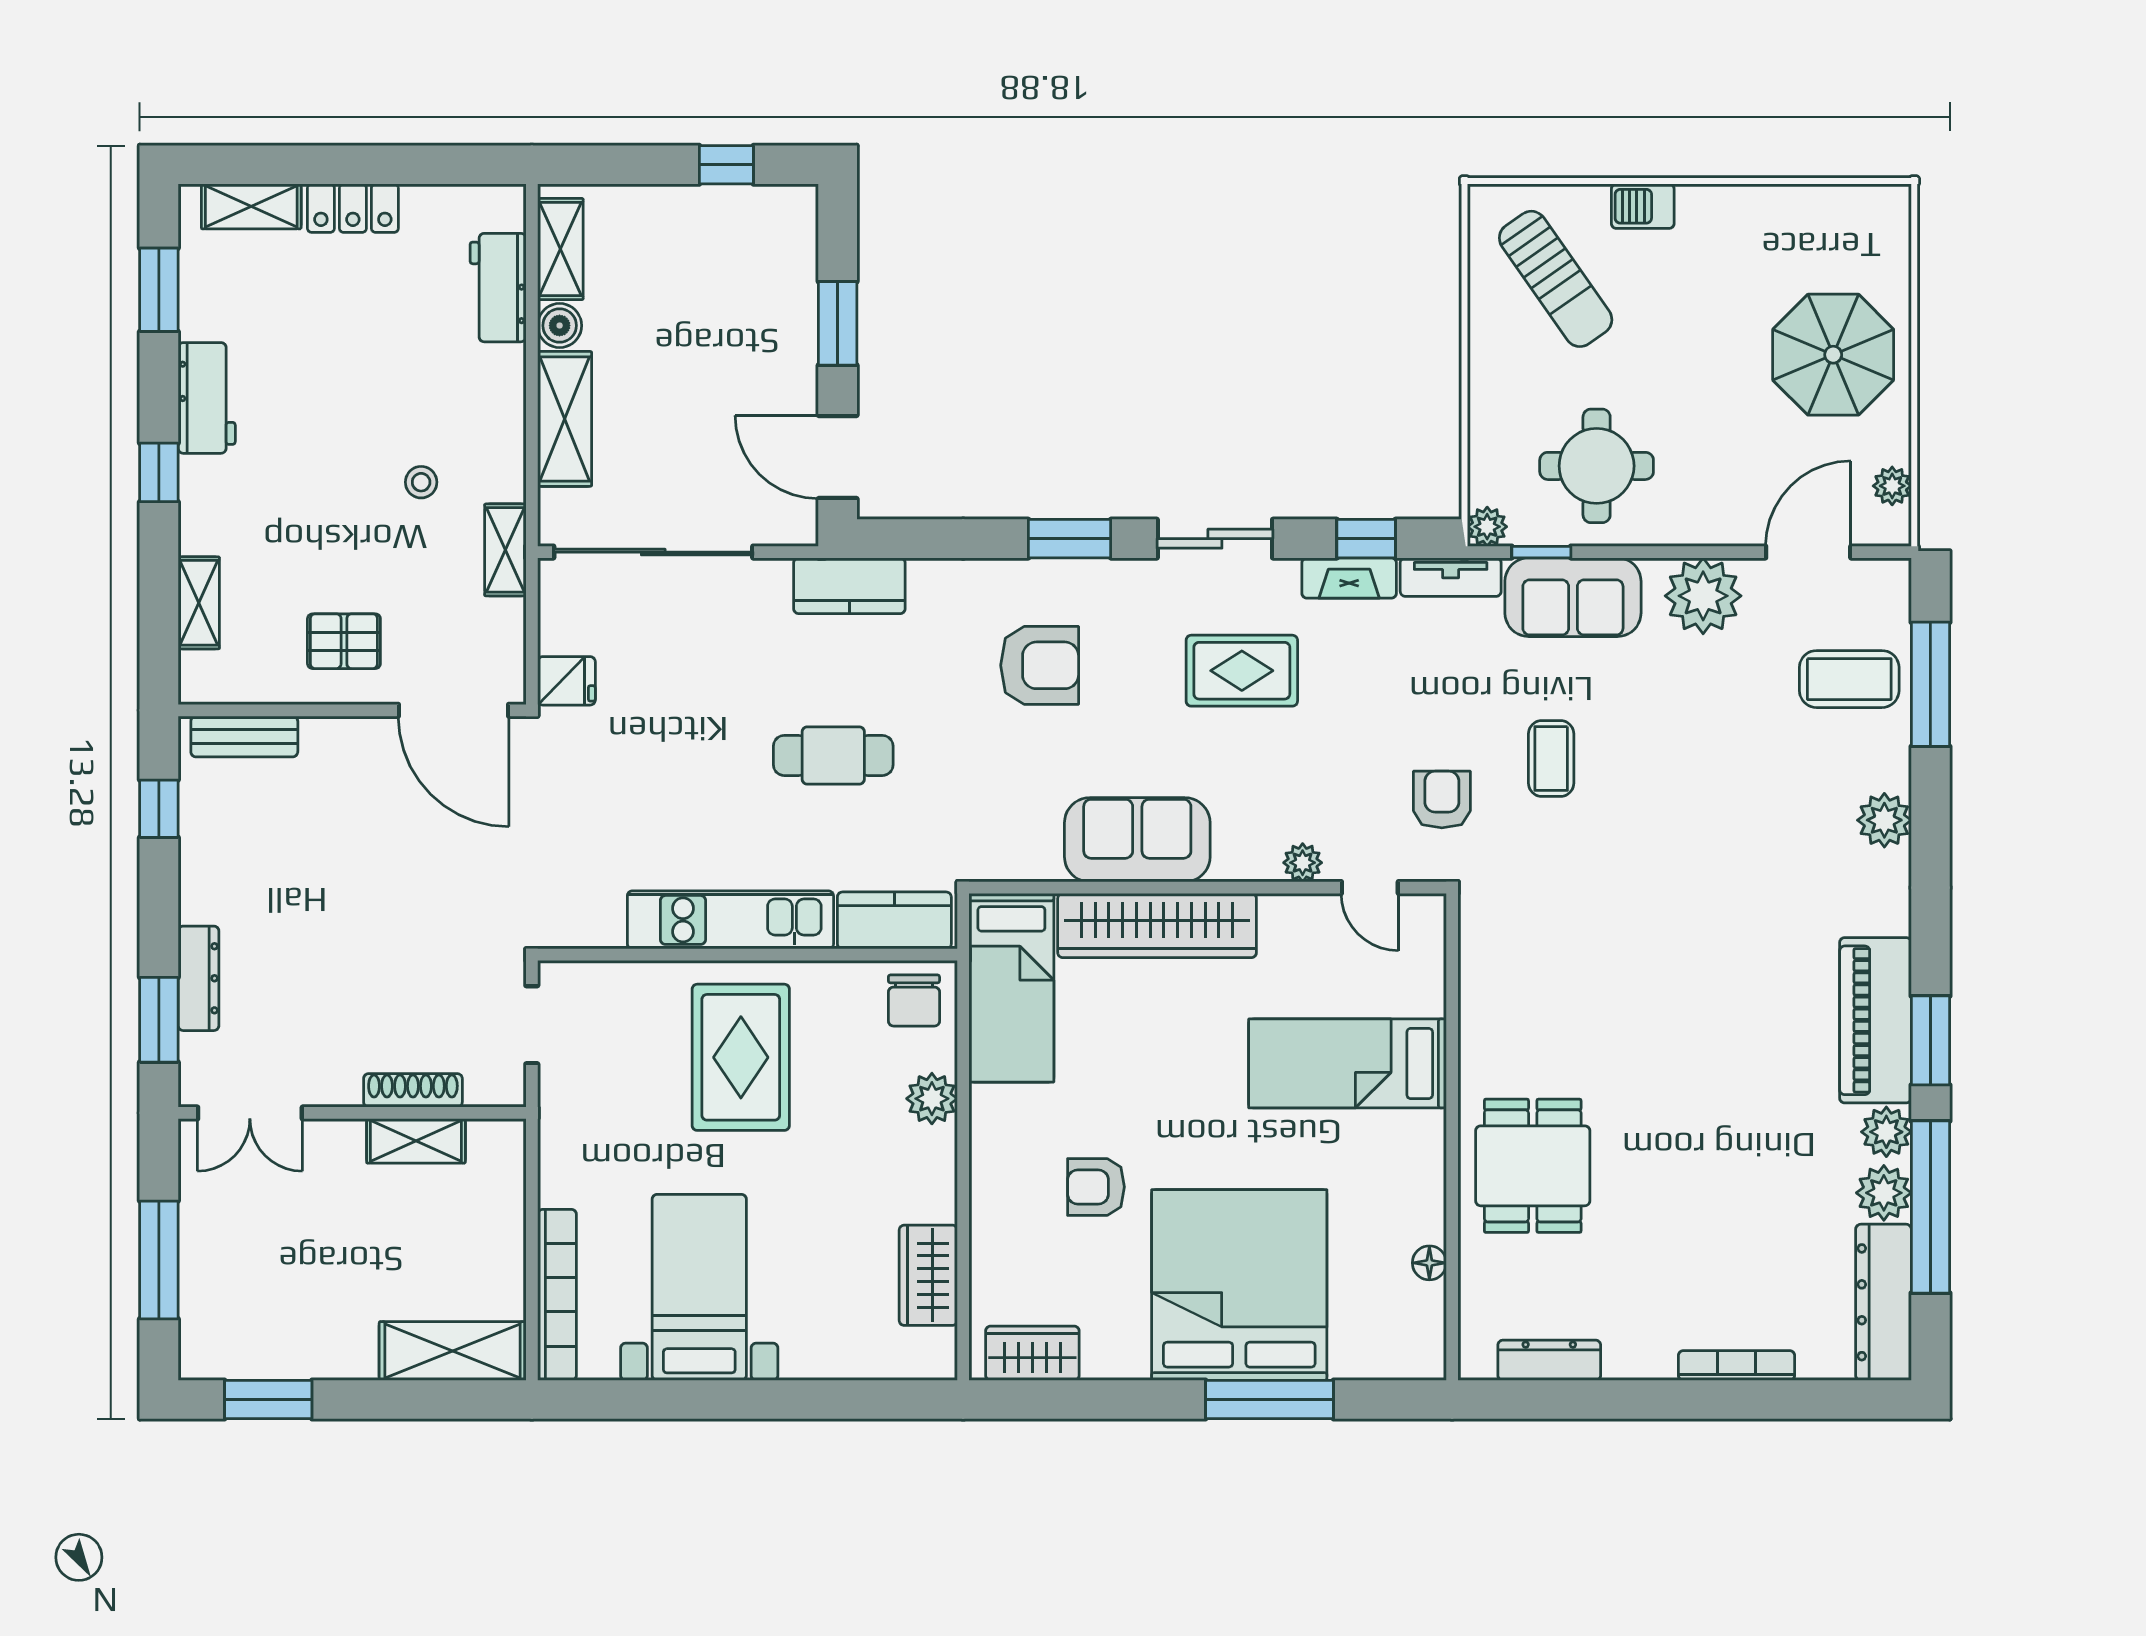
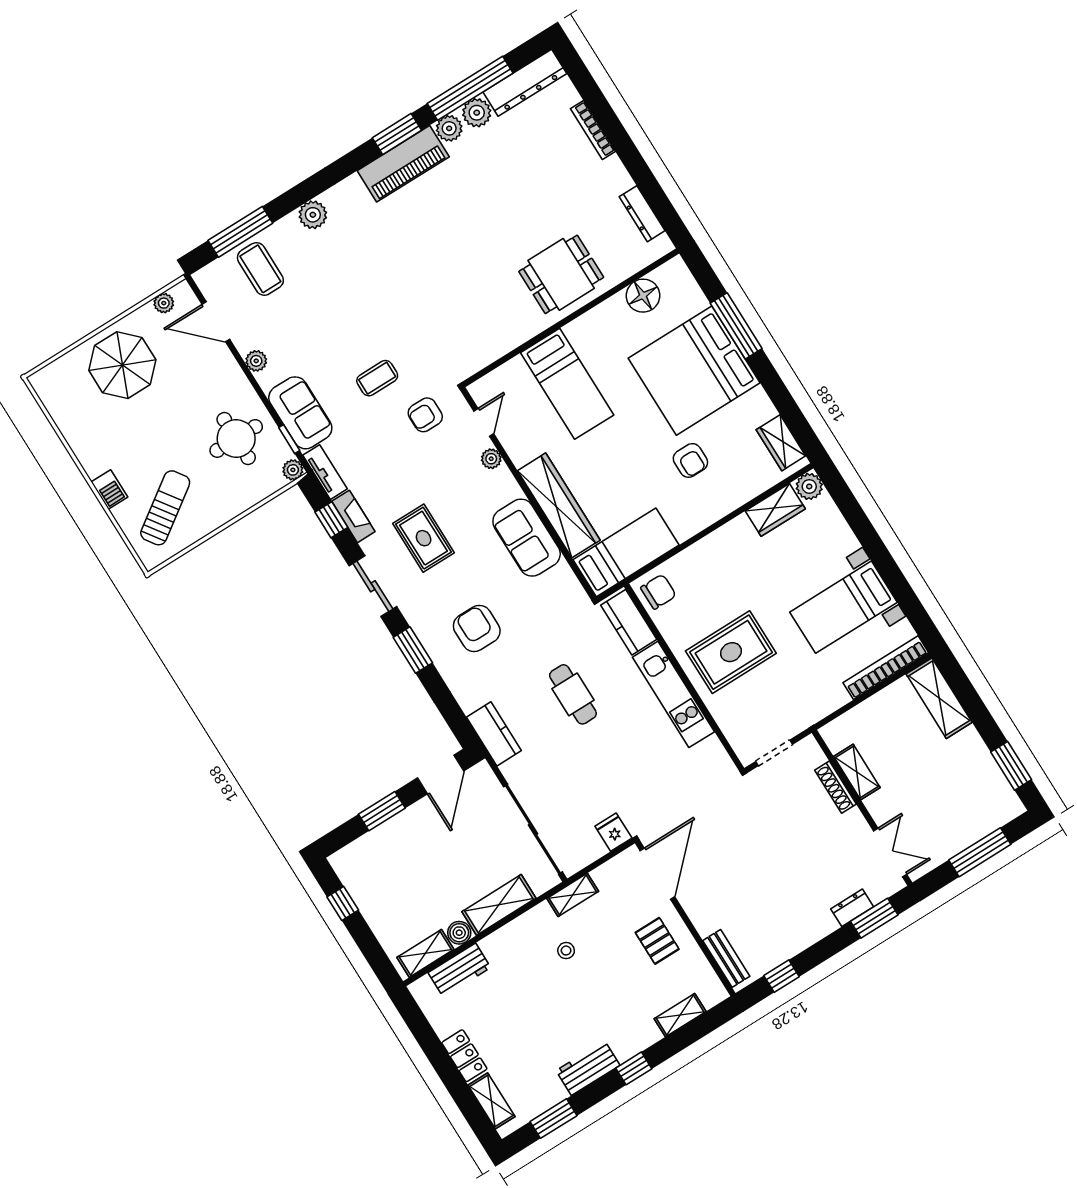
plant: (1703, 596) -> (256, 361), width x0.53, depth x0.53
dresser: (199, 978) -> (852, 908), width x0.70
plant: (932, 1099) -> (809, 486), moved
floor lamp: (1429, 1263) -> (643, 296), width x1.89, depth x1.89

